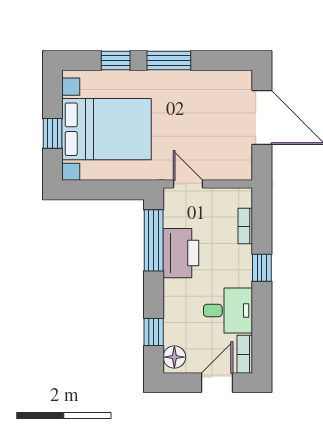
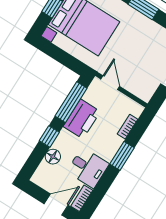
window: (262, 268) -> (122, 156), width x1.50
window: (154, 332) -> (49, 136), moved
floor lamp: (174, 357) -> (53, 157), moved

